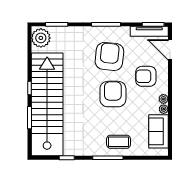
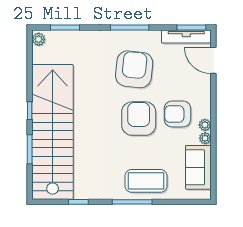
plant: (41, 38) -> (39, 39), width x0.53, depth x0.53
armchair: (146, 76) -> (177, 114), moved
coffee table: (119, 142) -> (146, 181), width x1.36, depth x1.32

